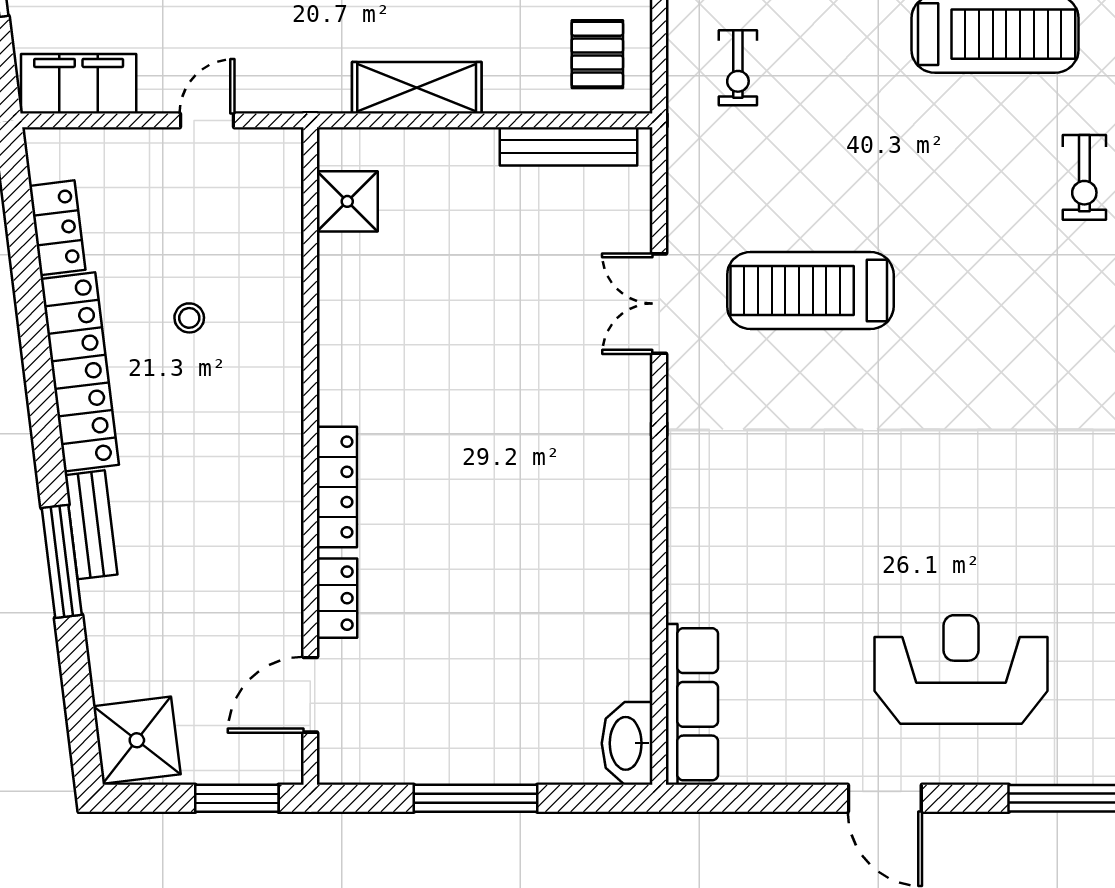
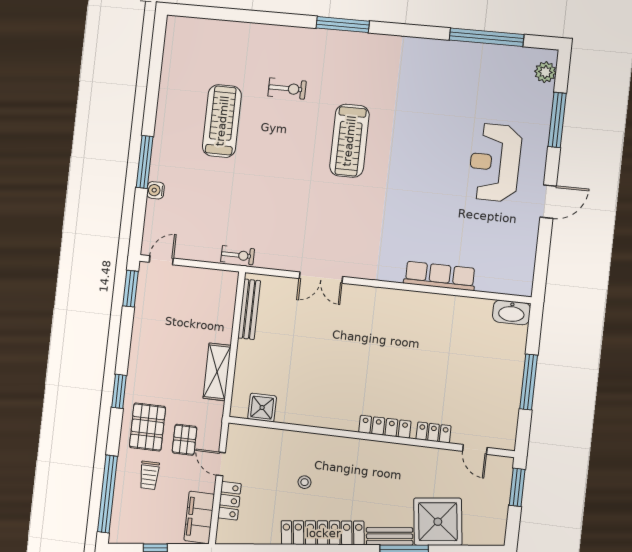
pallet: (597, 54) -> (185, 440), moved, turned 90
exercise bike: (738, 68) -> (238, 255), moved
locker: (57, 228) -> (229, 501), moved, turned 97
treadmill: (810, 291) -> (349, 141), moved
door: (310, 695) -> (475, 449), width x0.73
row of seats: (692, 704) -> (440, 276), moved
shower: (137, 740) -> (438, 522), moved, width x1.37, depth x1.37

